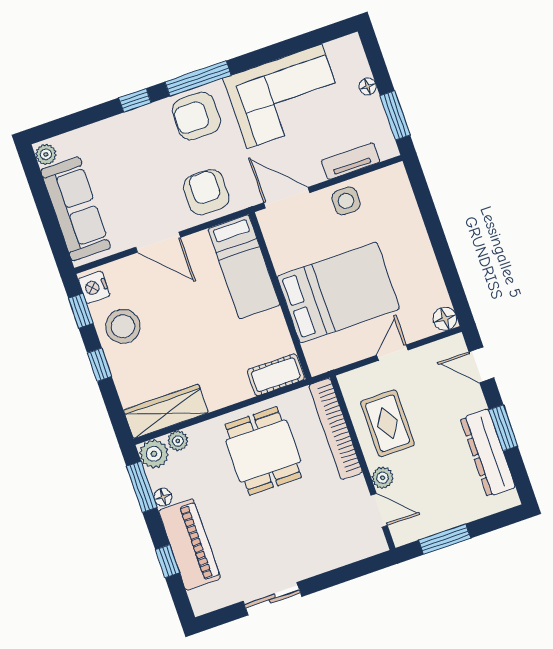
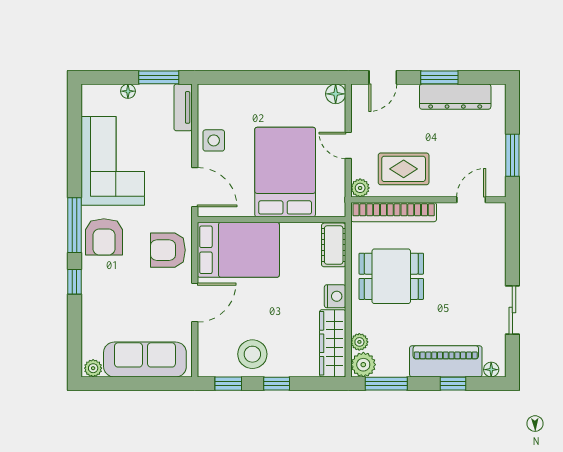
tv unit: (351, 161) -> (183, 107), moved
door: (287, 198) -> (195, 187), swing flipped
bed: (244, 267) -> (238, 250), width x1.50
nightstand: (94, 287) -> (335, 296), moved, turned -90
plant: (383, 478) -> (360, 188), moved
floor lamp: (163, 497) -> (491, 370), moved

